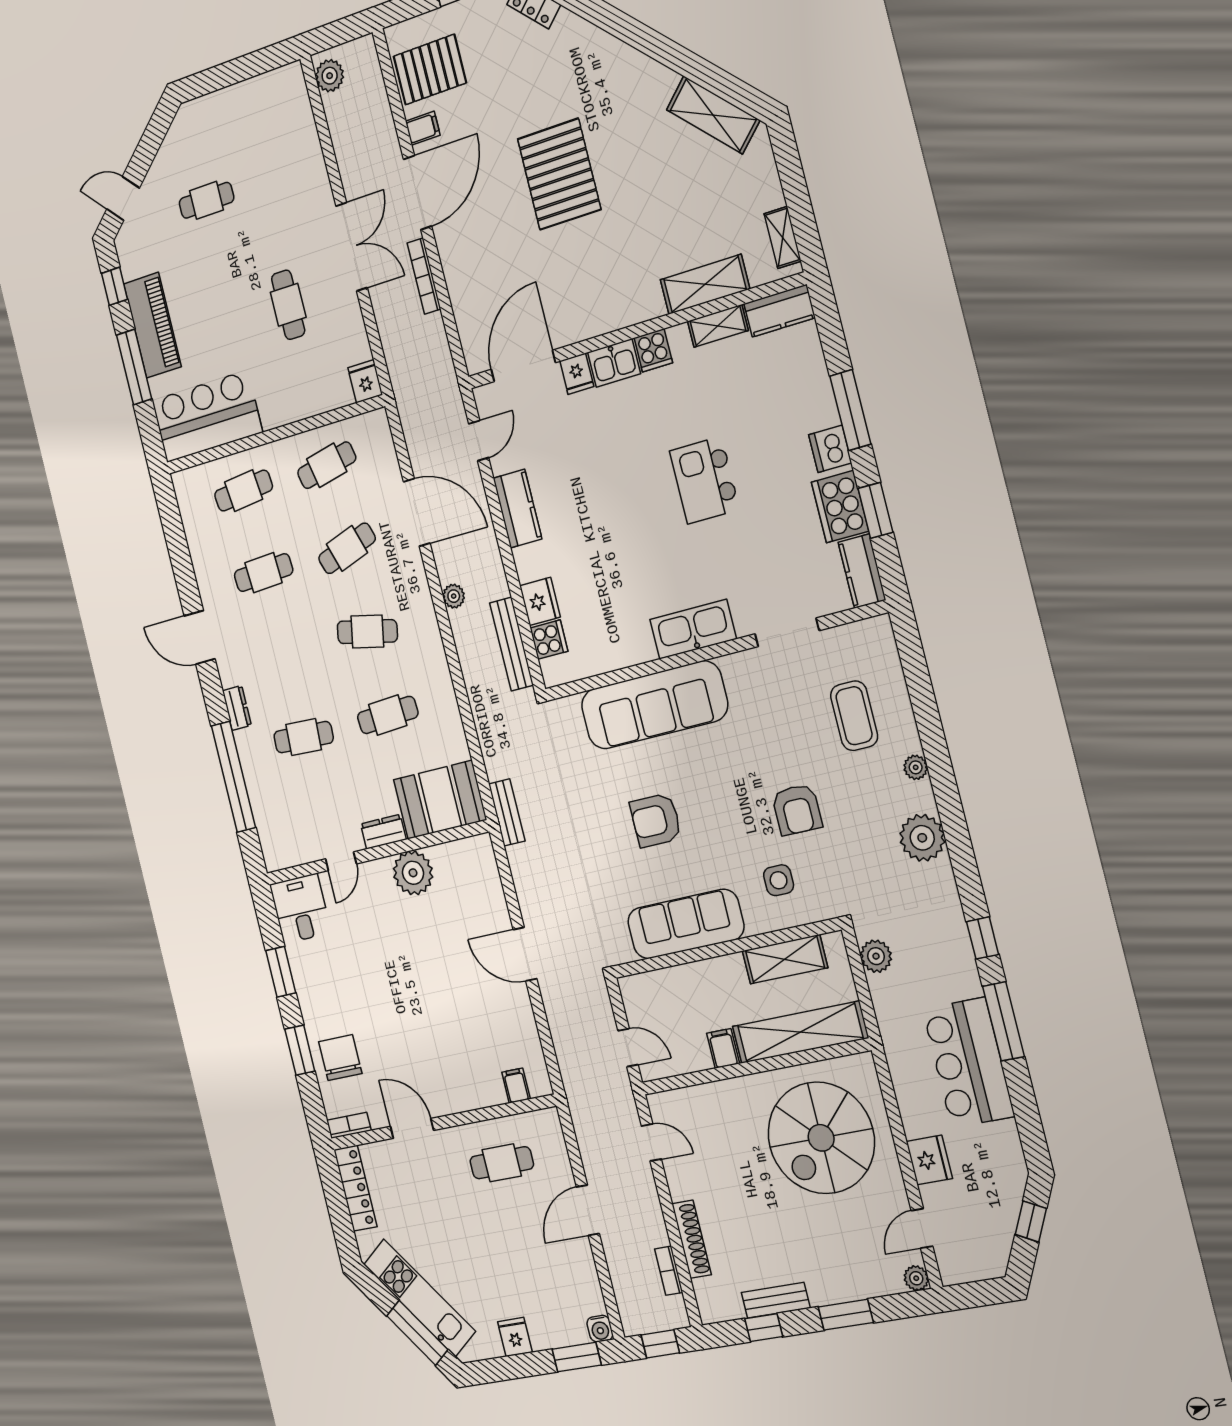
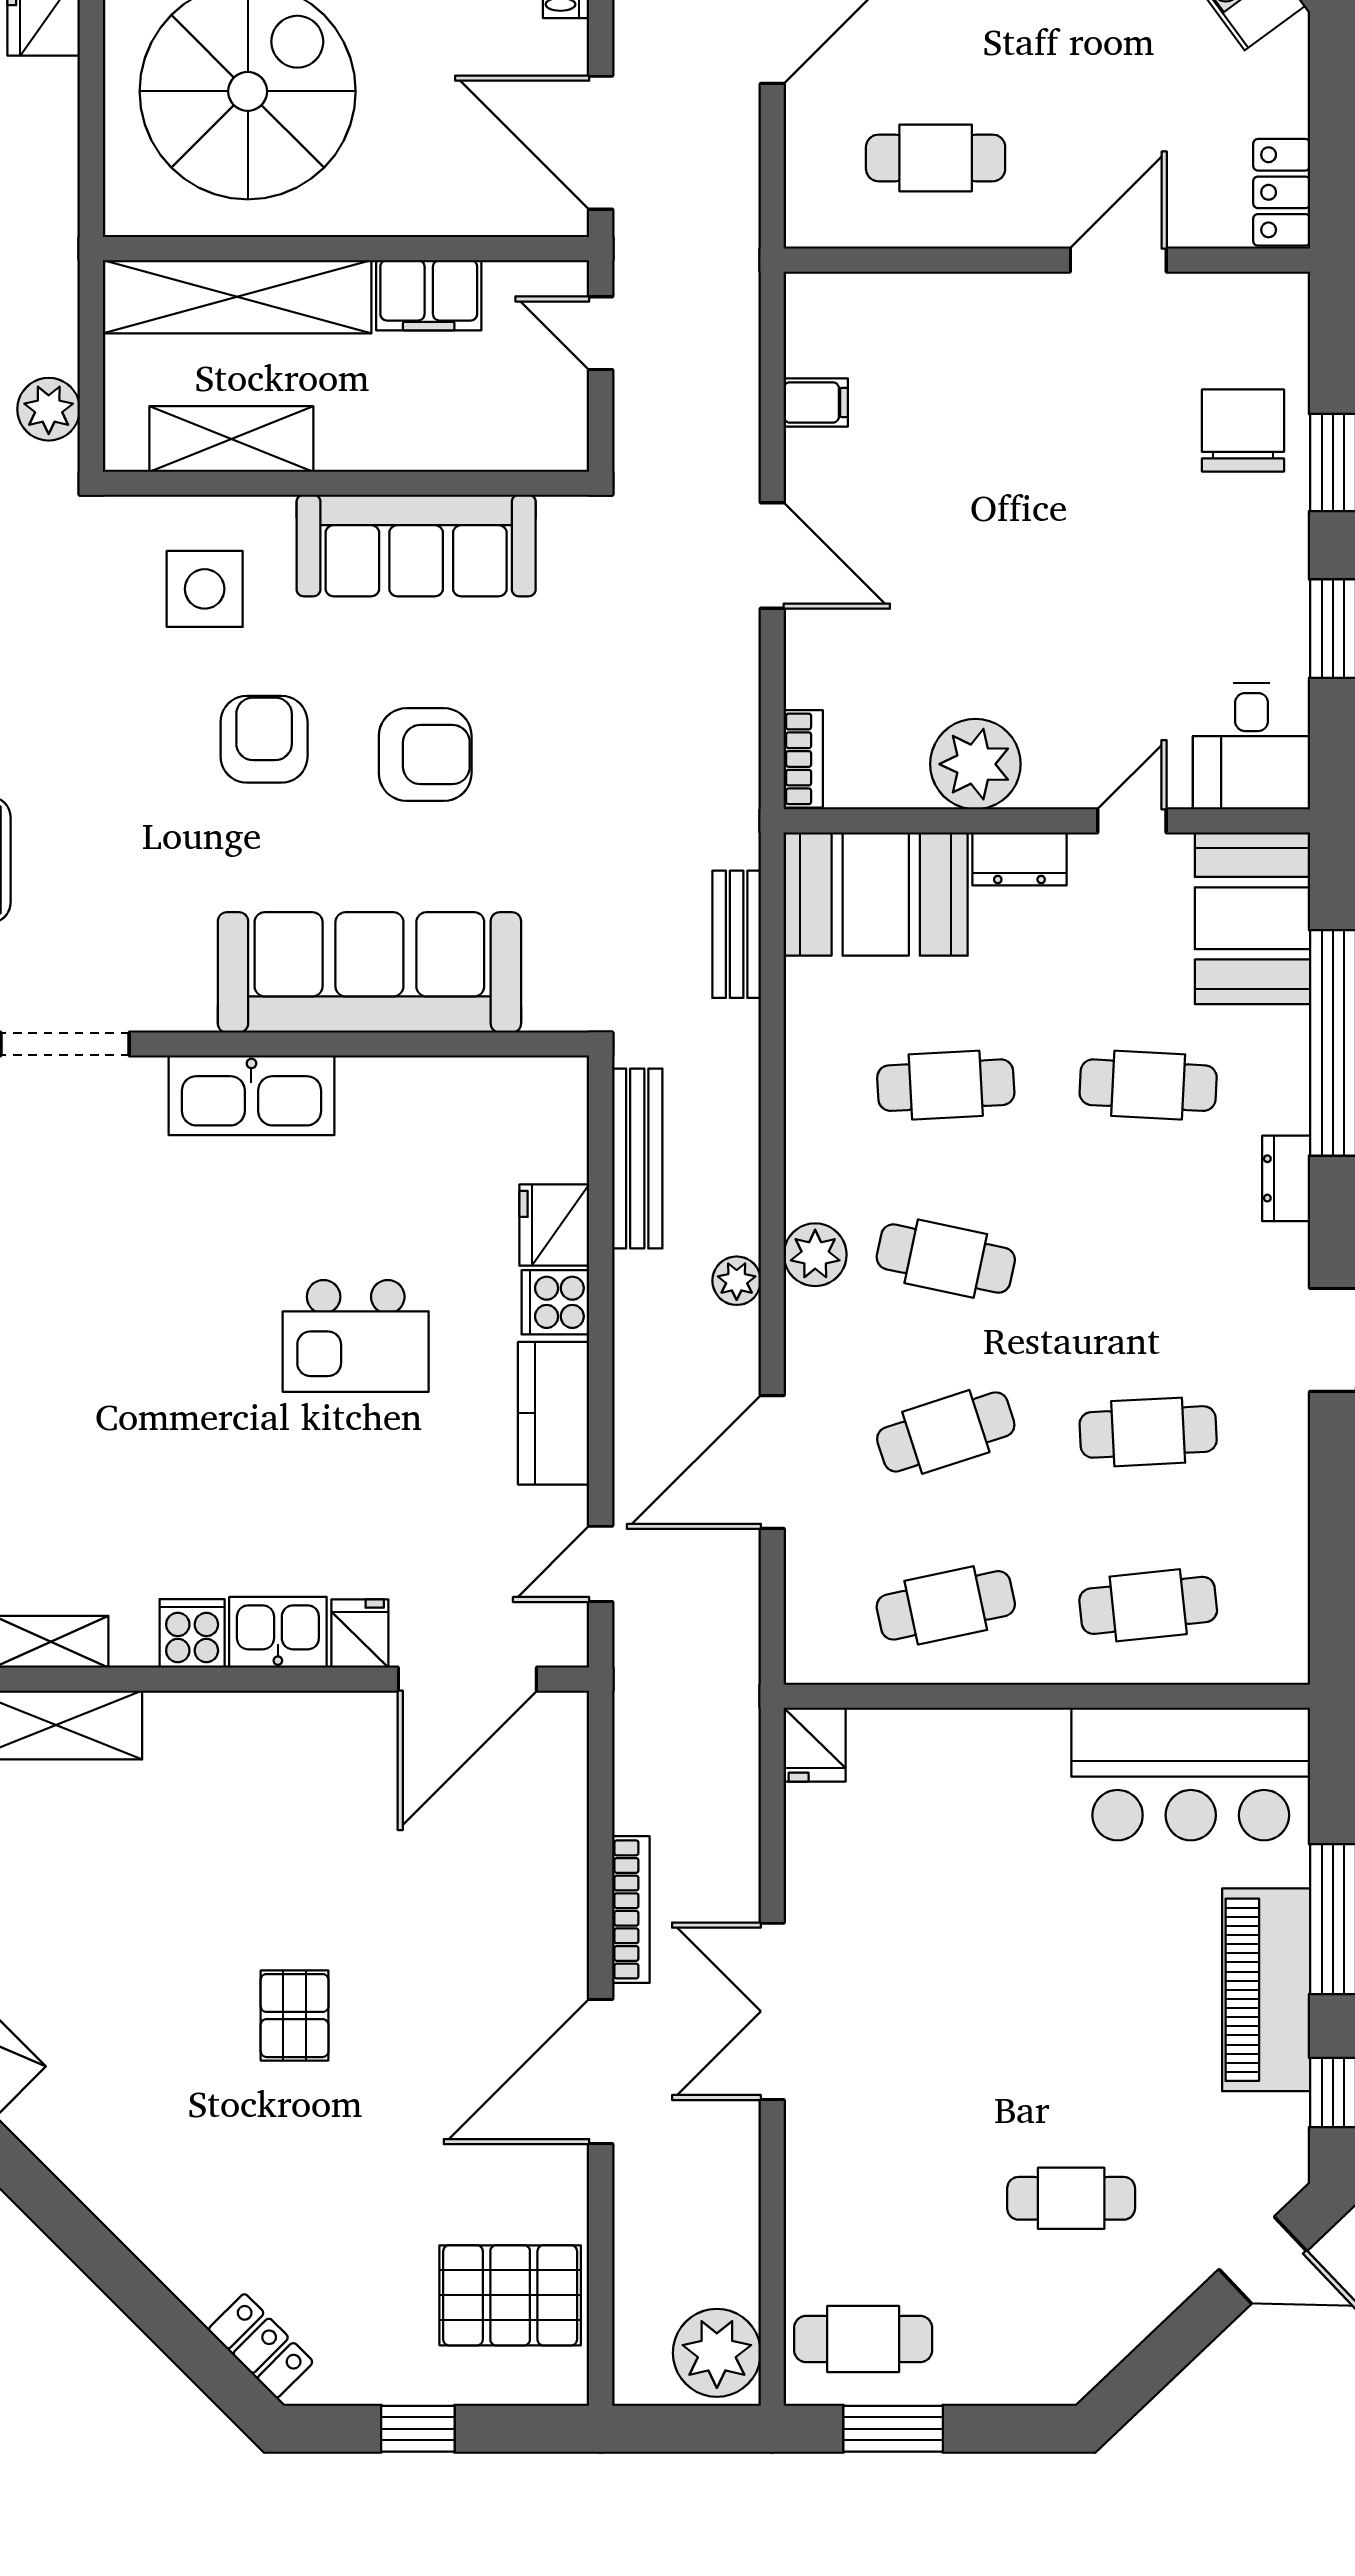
window: (252, 65) -> (893, 2429), added
plant: (330, 76) -> (717, 2353), width x1.36, depth x1.36
filing cabinet: (423, 128) -> (556, 2190), removed
pallet: (559, 174) -> (295, 2016), width x0.49, depth x0.50
cafe table: (288, 305) -> (863, 2339), moved, turned 90
kitchen island: (705, 480) -> (356, 1336), moved, turned 90
door: (417, 512) -> (772, 1462), hinge flipped
plant: (423, 618) -> (815, 1255), added
cooker: (549, 640) -> (555, 1302), moved
armchair: (797, 810) -> (264, 739), moved
bench: (507, 812) -> (737, 934), moved
booth: (280, 827) -> (1252, 918), added
side table: (779, 880) -> (205, 589), width x1.37, depth x1.37
filing cabinet: (723, 1048) -> (429, 295), width x2.00
chair: (340, 1058) -> (1243, 431), turned 180
filing cabinet: (516, 1086) -> (816, 402), moved, turned -90
bookcase: (349, 1125) -> (803, 759), moved, turned -90
door: (412, 1128) -> (1118, 260), swing flipped
door: (651, 1142) -> (601, 143), width x1.88
locker: (355, 1188) -> (1282, 192), width x0.66

